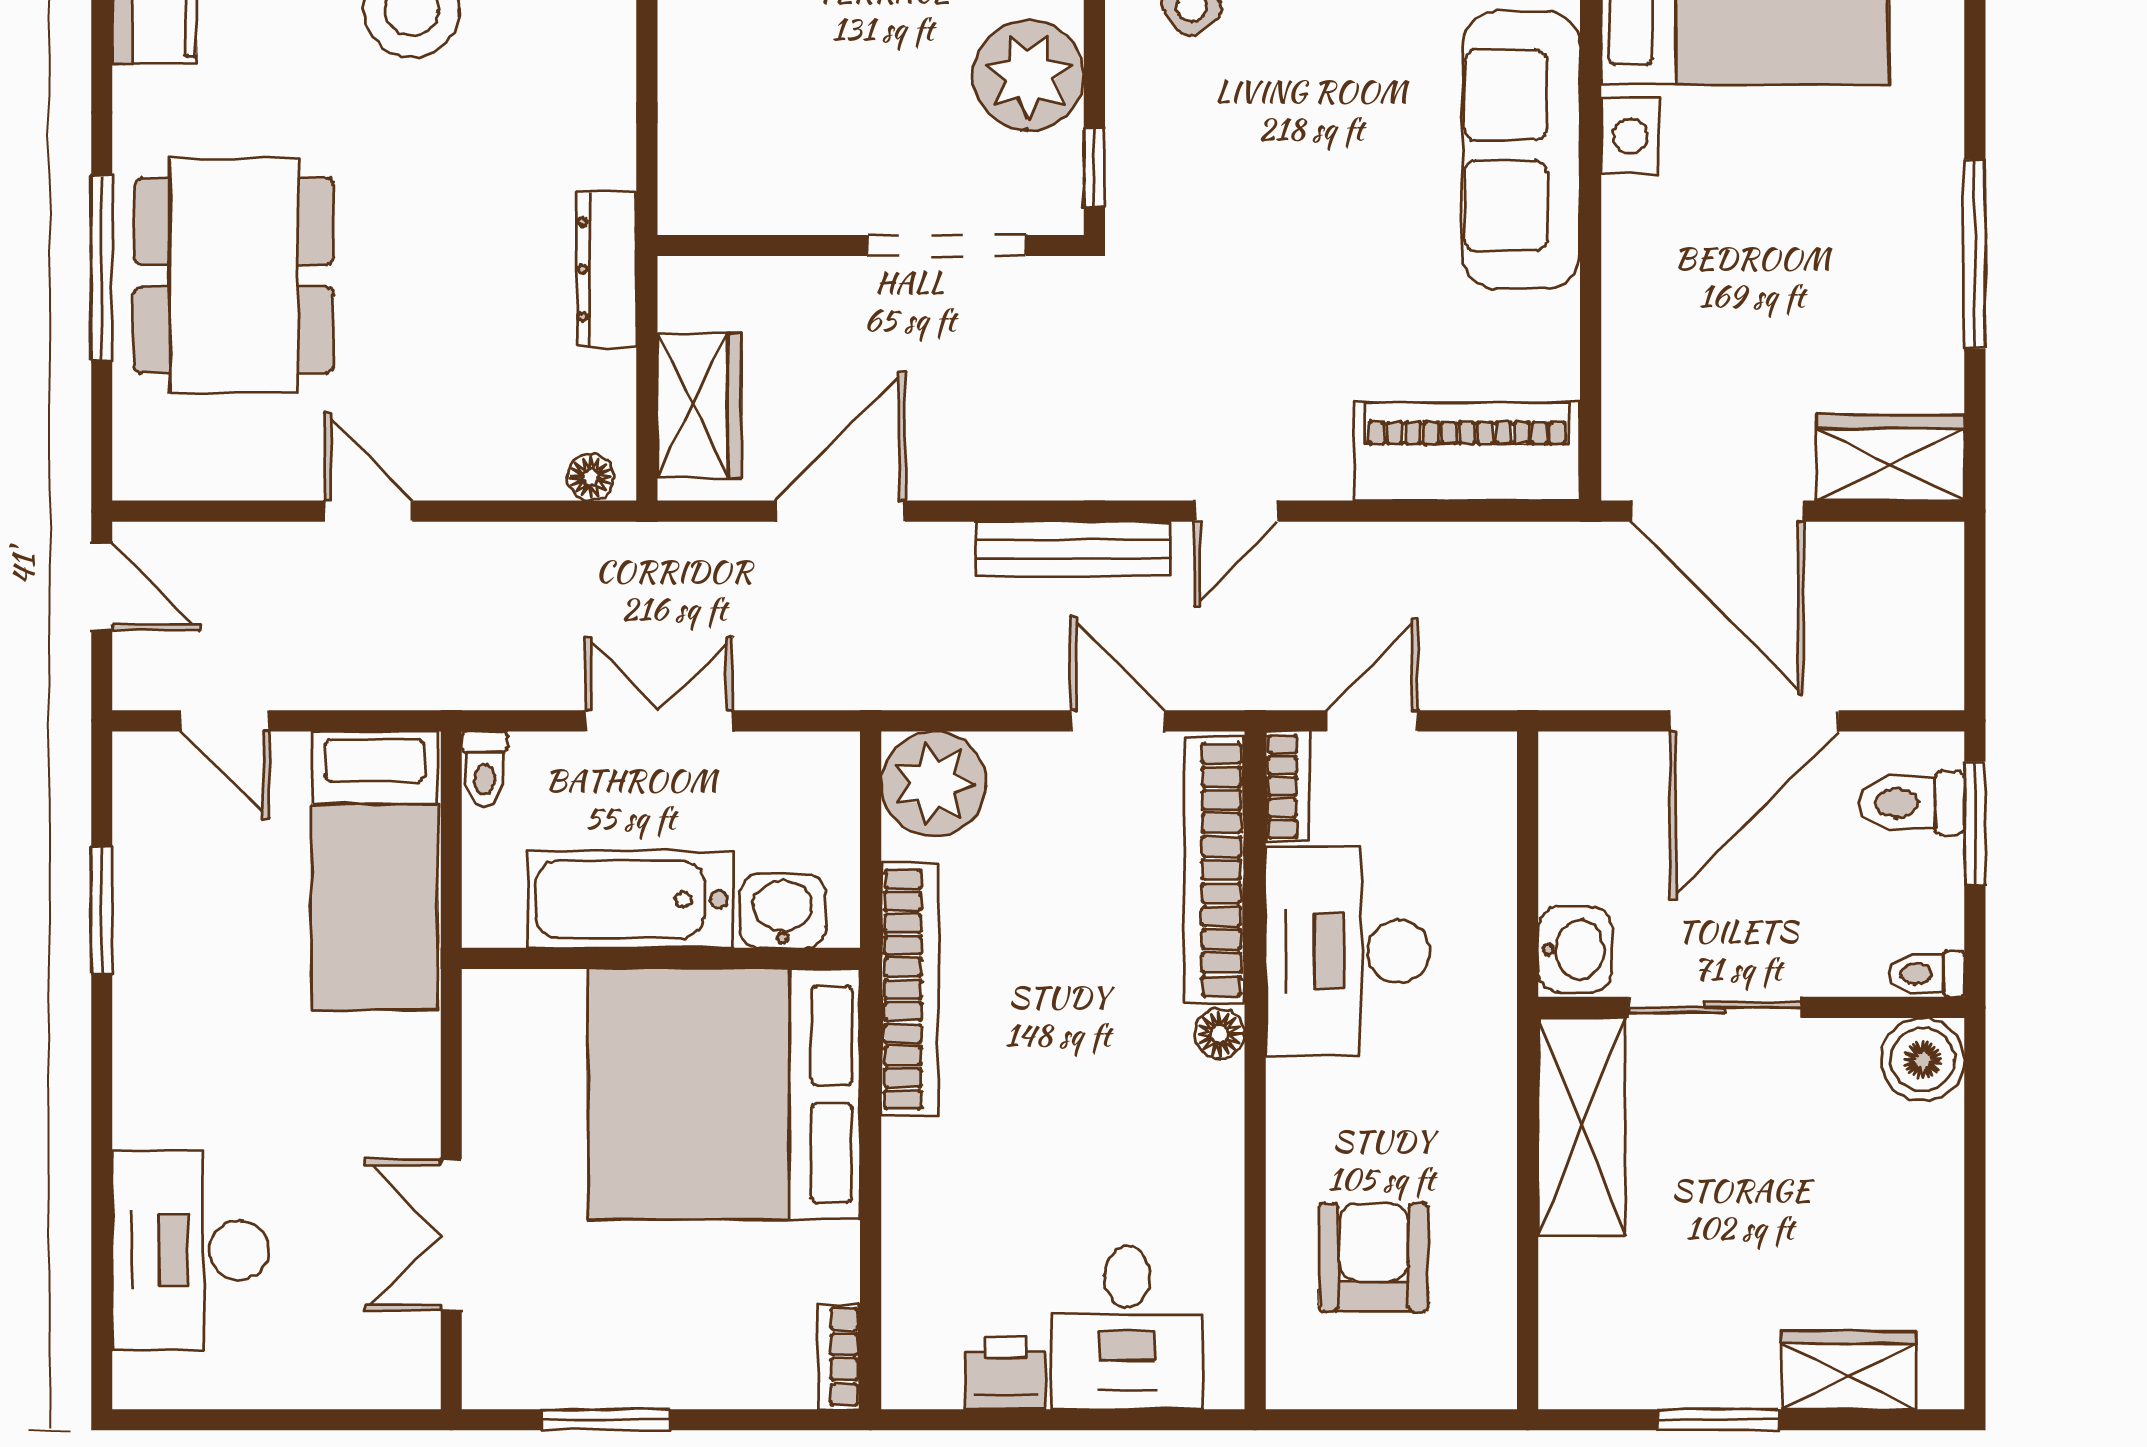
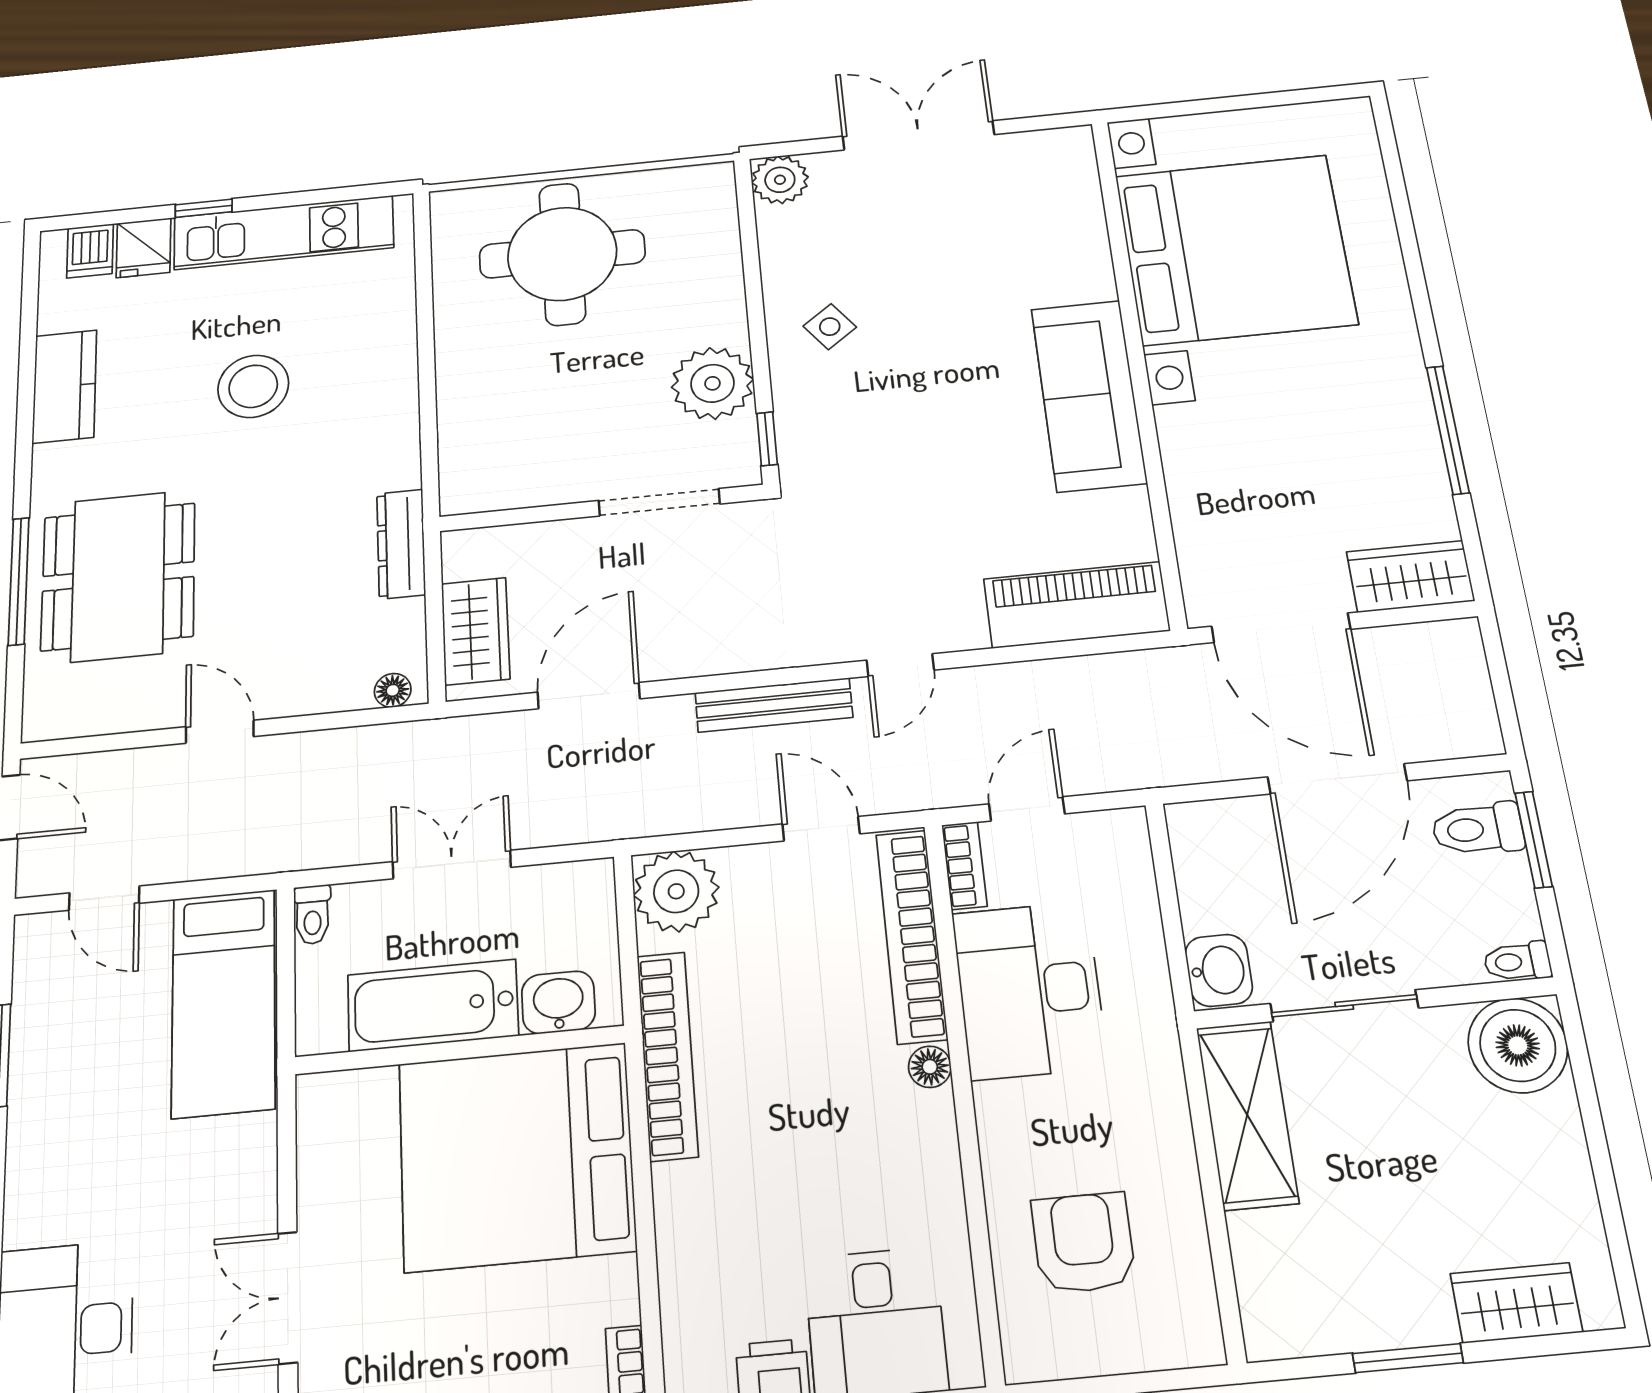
boiler: (1923, 1060) -> (1518, 1045), width x1.37, depth x1.37

